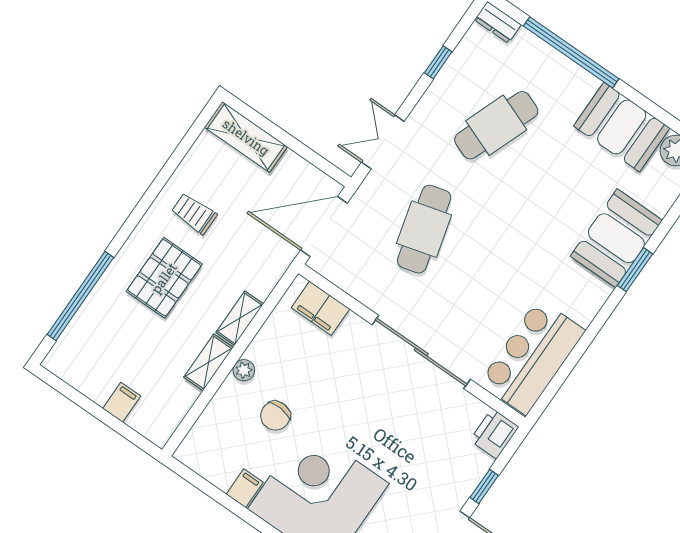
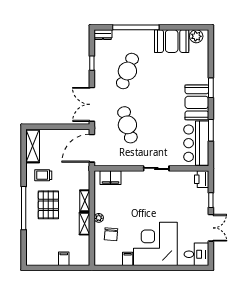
shelving: (246, 137) -> (33, 146), moved, turned 90
double door: (383, 142) -> (92, 104), width x1.37
booth: (616, 238) -> (197, 102), moved
window: (80, 296) -> (24, 208), moved
sliding door: (421, 352) -> (156, 168), width x0.54
window: (578, 352) -> (211, 130), added
chair: (275, 416) -> (111, 234), moved

